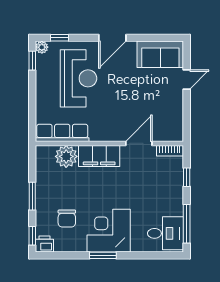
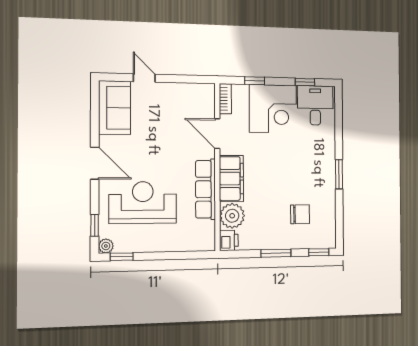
row of seats: (62, 133) -> (206, 189), moved
window: (187, 224) -> (305, 82), width x0.46
corner desk: (109, 231) -> (273, 109), moved, turned -90
printer: (44, 244) -> (229, 240), moved, turned 180

